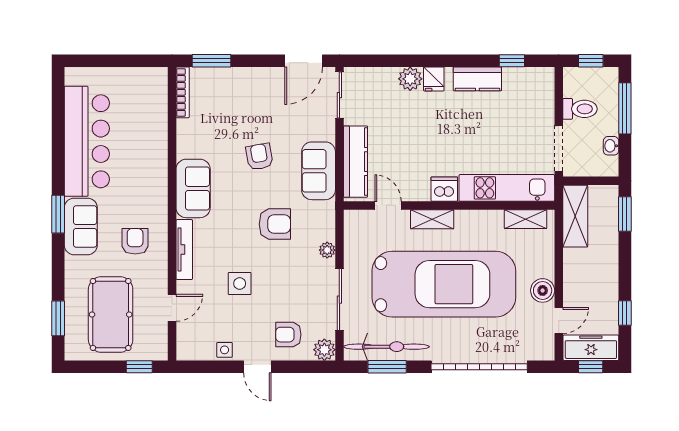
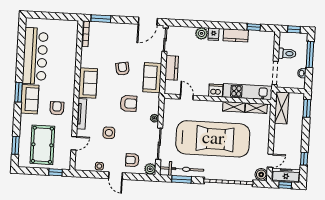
kitchen counter: (355, 162) -> (172, 68), width x0.67
shelving: (432, 219) -> (234, 107), moved
boiler: (543, 290) -> (261, 175), moved

